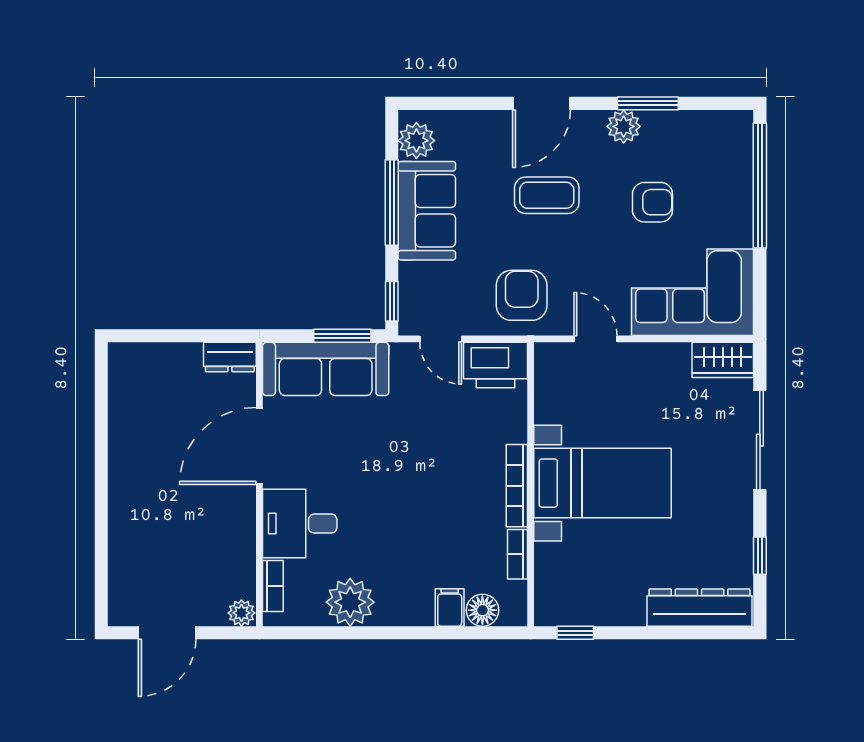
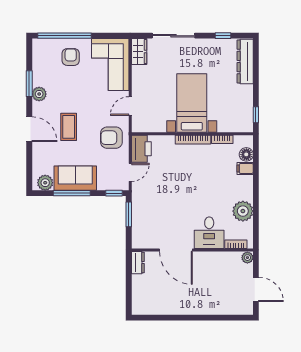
armchair: (652, 202) -> (71, 57), moved
sofa: (326, 369) -> (143, 222), removed

